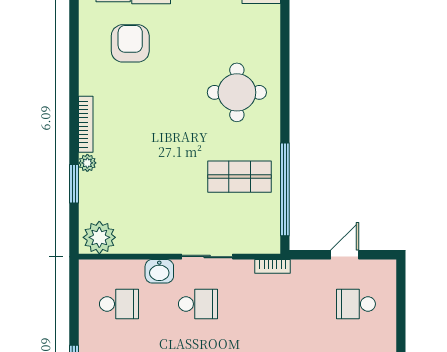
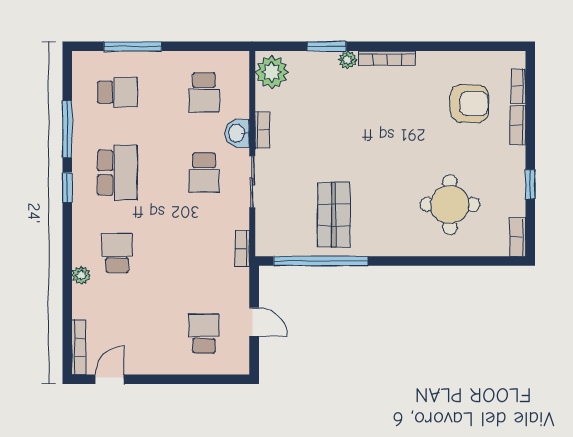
round table: (237, 92) -> (450, 205), moved
bookcase: (156, 247) -> (262, 130), added

